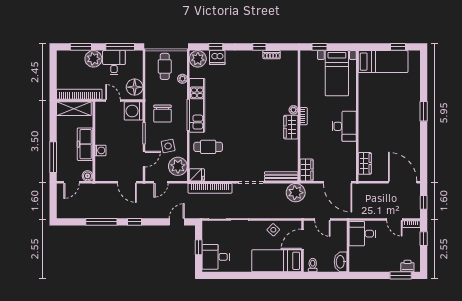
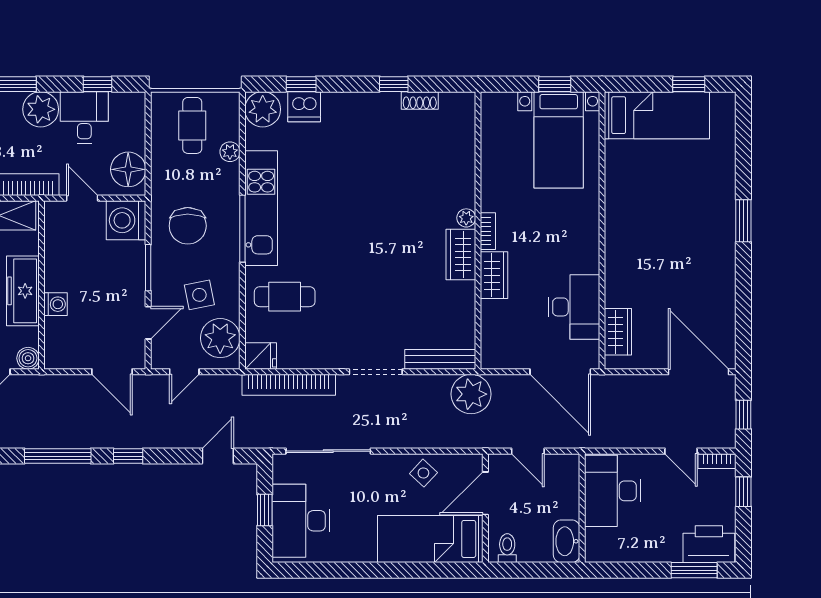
window: (120, 47) -> (97, 84), width x0.46
window: (319, 47) -> (555, 84), moved
desk: (344, 126) -> (574, 307), moved
wardrobe: (307, 170) -> (494, 275), moved
desk: (362, 234) -> (613, 491), width x1.37
desk: (216, 257) -> (301, 521), width x1.37
printer: (407, 266) -> (709, 544), width x1.87, depth x1.48

